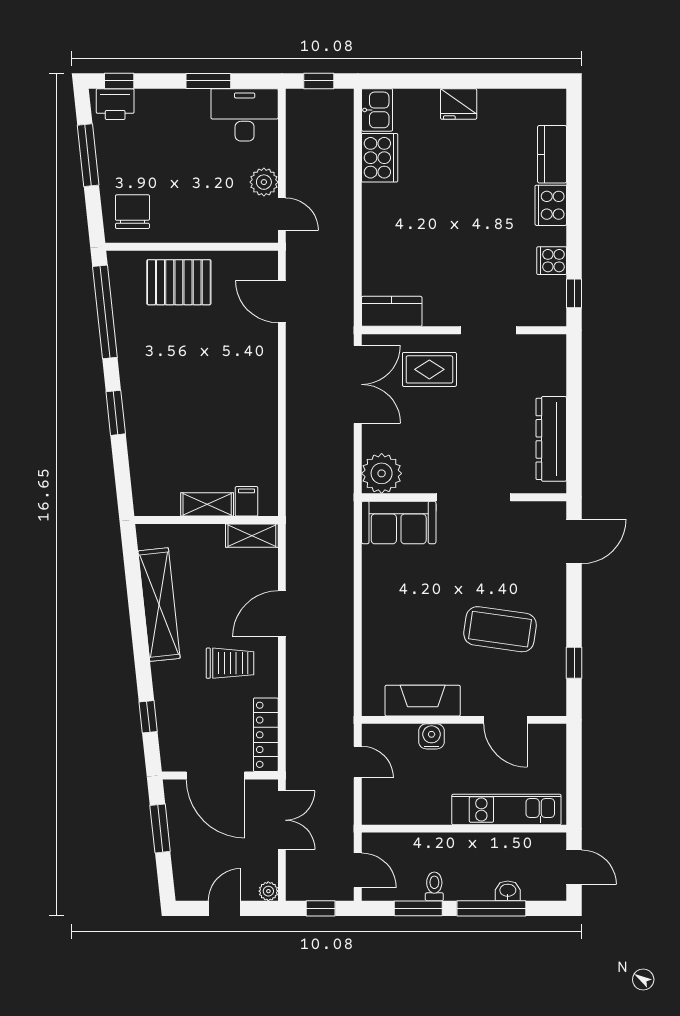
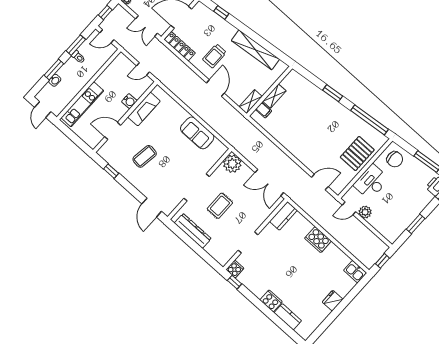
desk: (245, 115) -> (371, 182), moved, turned 180
cooker: (380, 158) -> (318, 240), moved
cooker: (552, 261) -> (235, 269), moved
rug: (429, 369) -> (220, 206), moved
sofa: (399, 522) -> (197, 133), moved, turned -90
coffee table: (500, 629) -> (145, 156), width x0.73, depth x0.76
door: (574, 867) -> (43, 110), hinge flipped
window: (491, 908) -> (54, 69), width x0.69

